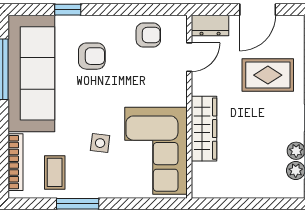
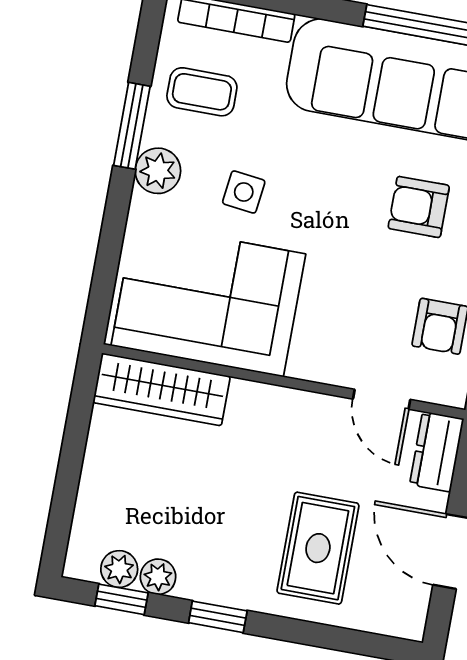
armchair: (92, 56) -> (419, 207), turned 90
wardrobe: (204, 129) -> (162, 389), moved
plant: (97, 187) -> (158, 171), added

